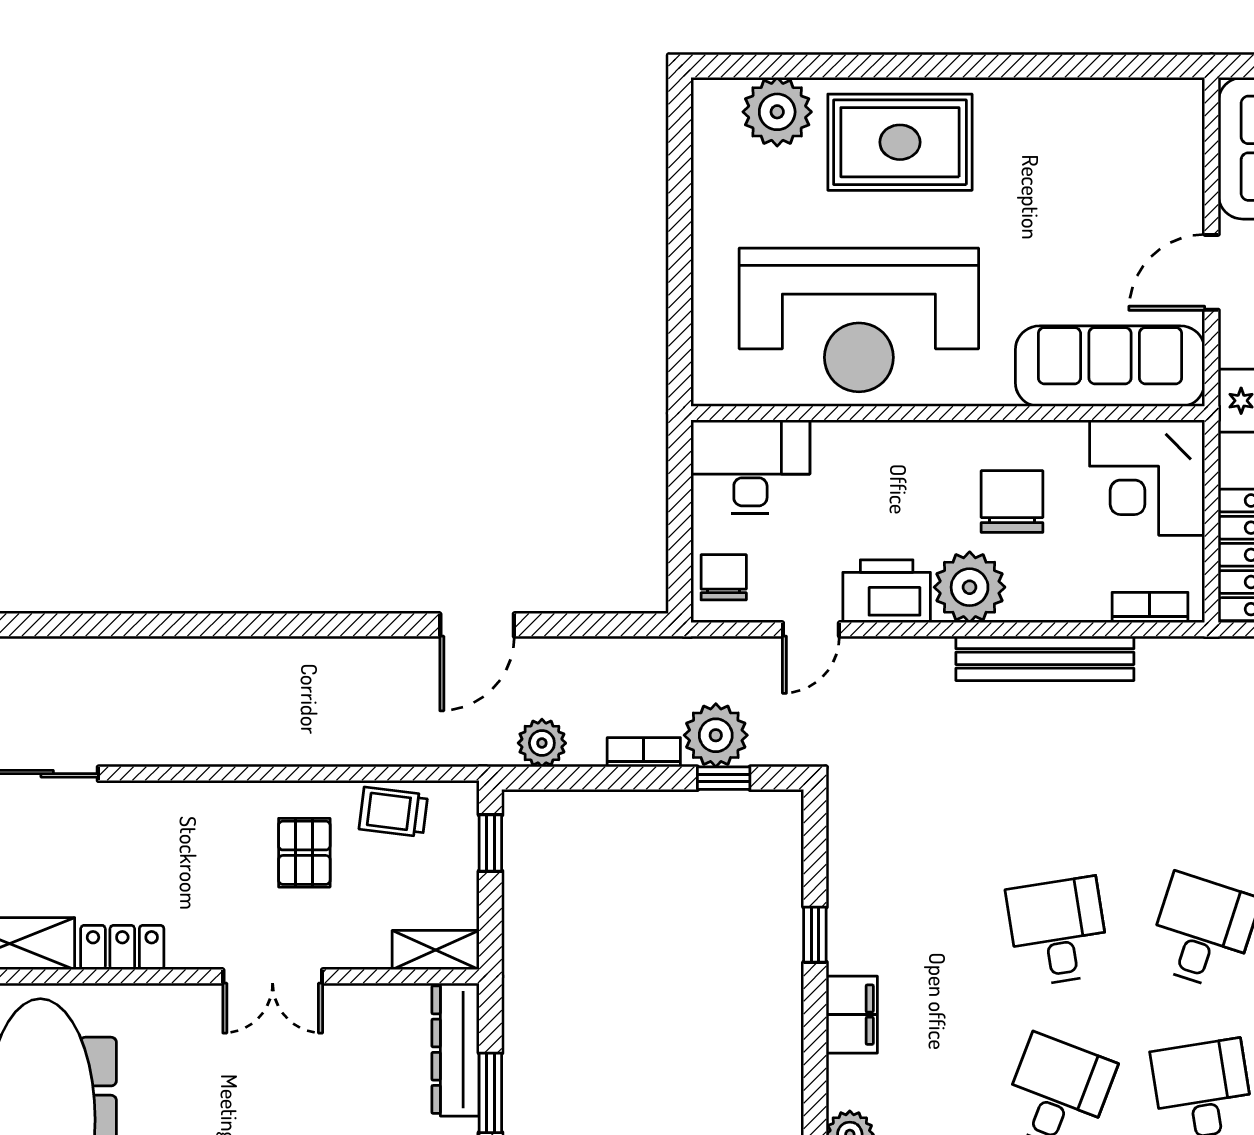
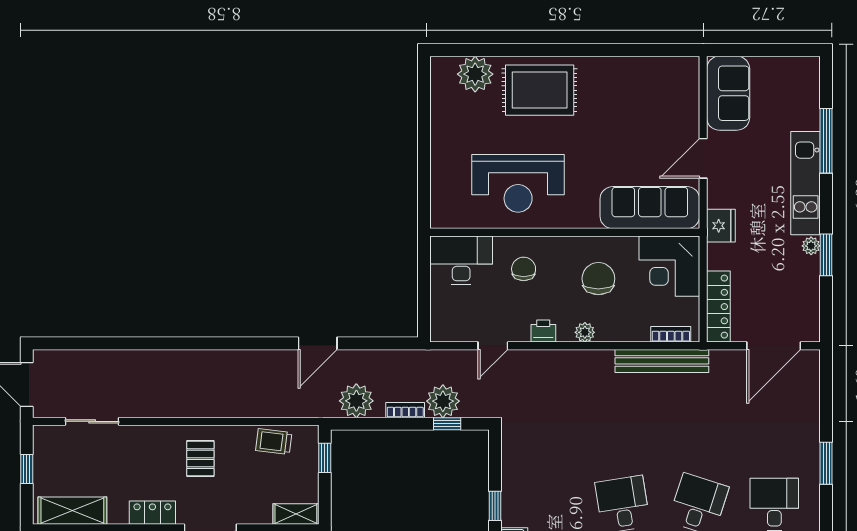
reception desk: (859, 320) -> (518, 183), width x0.74, depth x0.77
chair: (724, 577) -> (524, 269), moved
plant: (970, 587) -> (585, 332), width x0.53, depth x0.53
printer: (887, 591) -> (543, 331), width x0.53, depth x0.68
bench: (1045, 658) -> (662, 361), moved
plant: (542, 743) -> (356, 401), width x1.36, depth x1.36
pallet: (304, 853) -> (200, 459), moved
locker: (122, 947) -> (152, 513), moved

